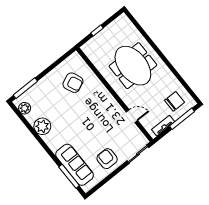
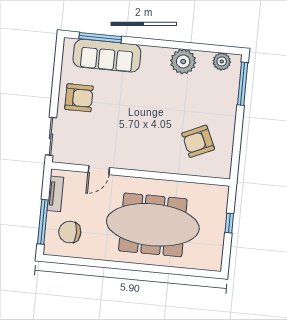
meeting table: (133, 66) -> (153, 225), width x1.36
chair: (174, 101) -> (70, 232), turned 90

